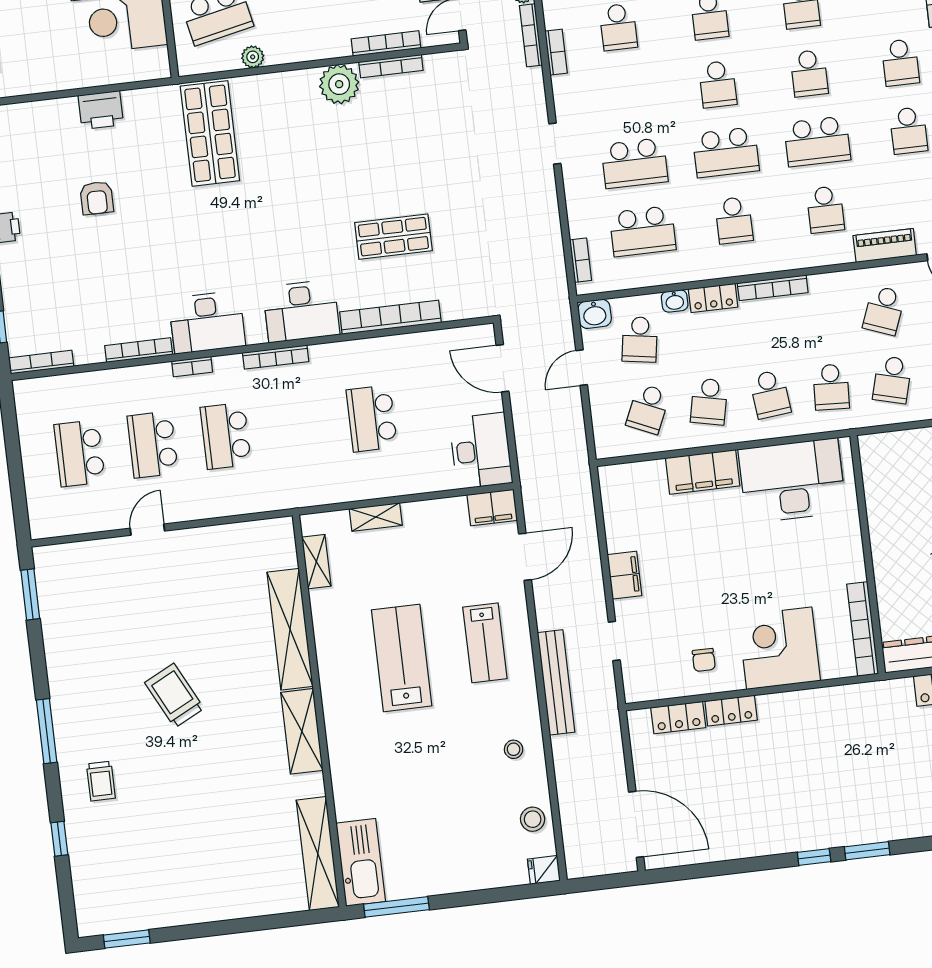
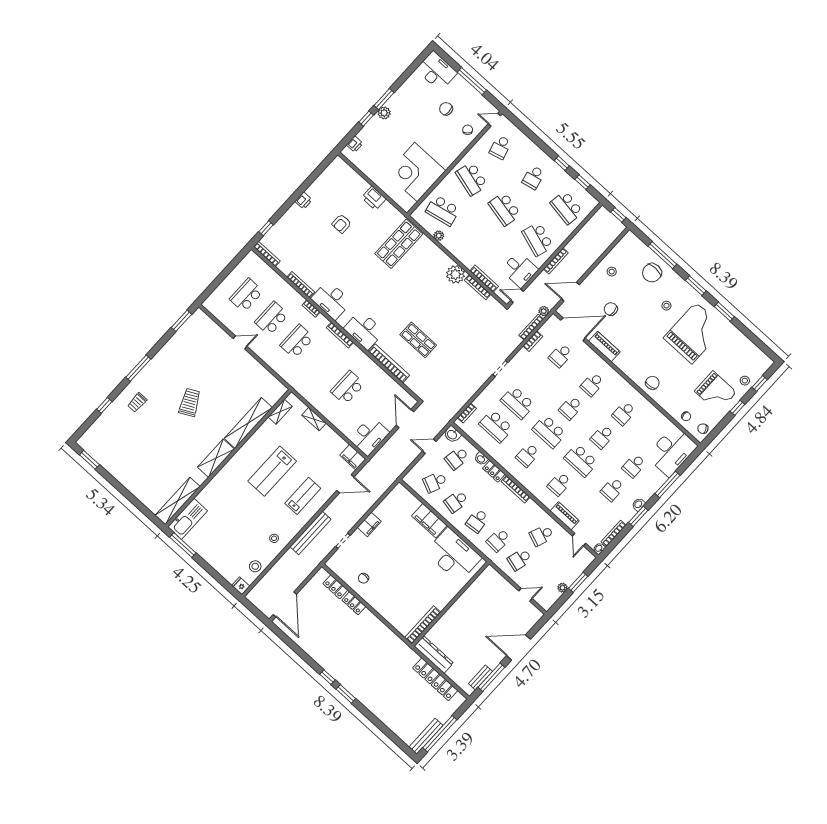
lab bench: (485, 643) -> (303, 496), turned 180
corner desk: (779, 648) -> (390, 601), removed
lab bench: (402, 658) -> (272, 471), turned 180

